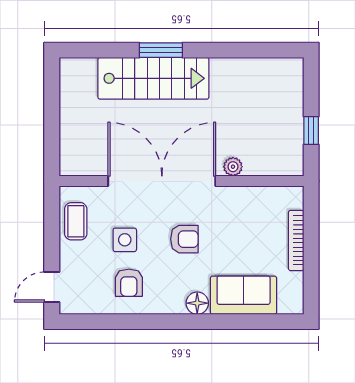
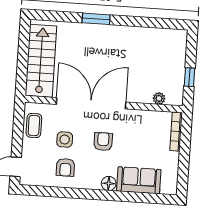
stairs: (153, 78) -> (41, 61), moved, turned -90
plant: (233, 167) -> (159, 98), moved
armchair: (184, 239) -> (103, 142), turned -90
bookcase: (296, 240) -> (176, 132), moved

